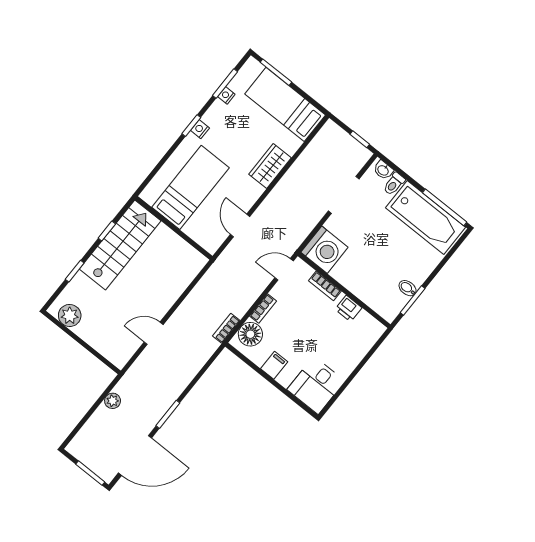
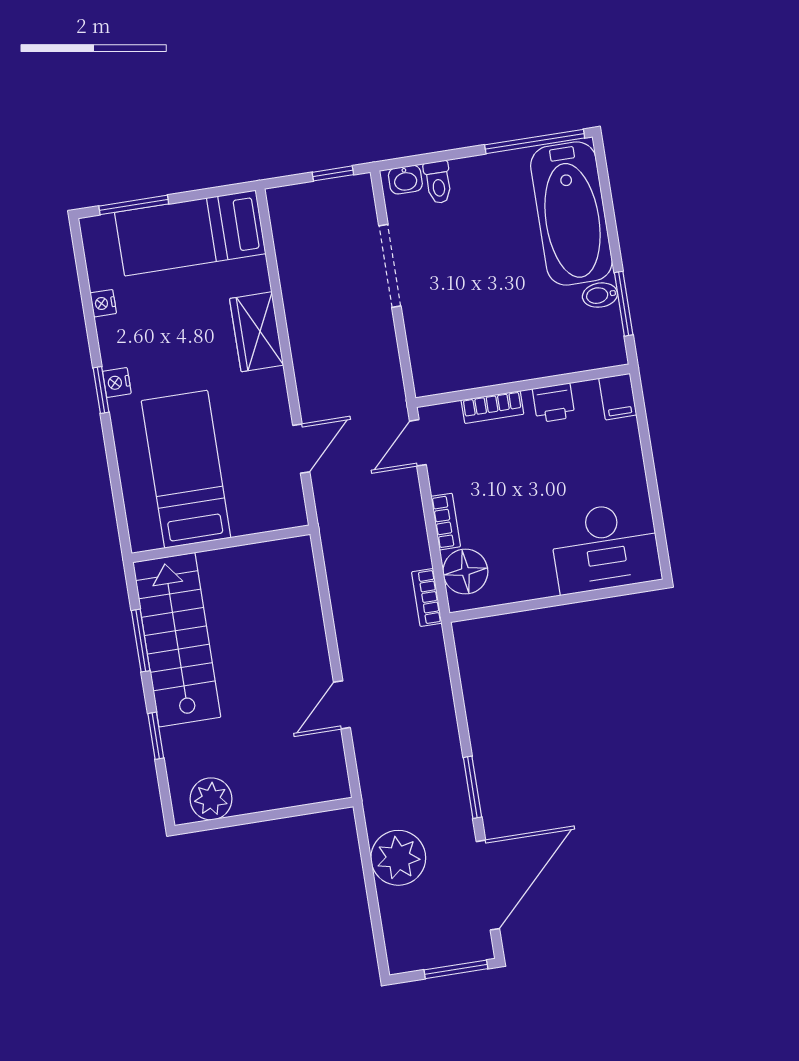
window: (225, 84) -> (85, 290), removed
bathtub: (426, 218) -> (571, 213), moved, turned 90
door: (240, 225) -> (301, 449), swing flipped
window: (107, 231) -> (141, 641), width x1.50
washing machine: (324, 250) -> (442, 362), removed
filing cabinet: (274, 365) -> (618, 397), moved, turned 180
desk: (316, 385) -> (605, 547), width x1.37
plant: (113, 401) -> (398, 858), width x1.88, depth x1.88

